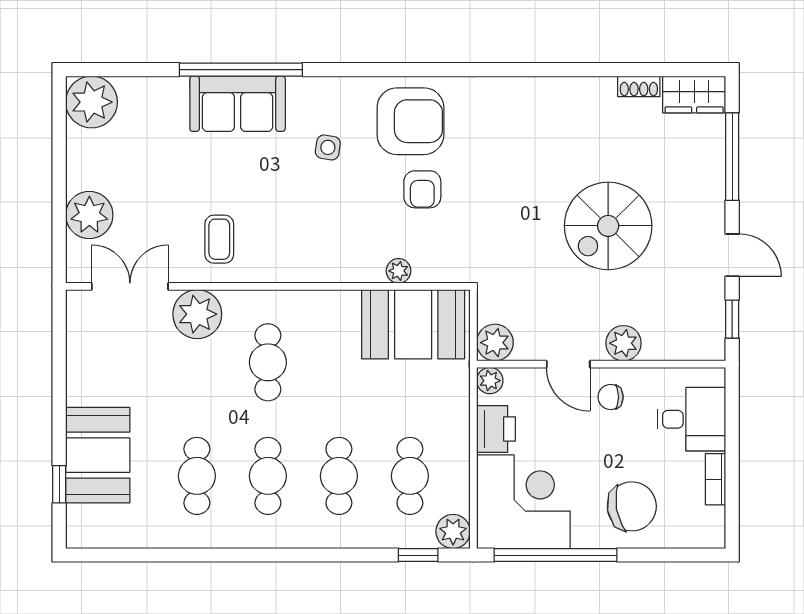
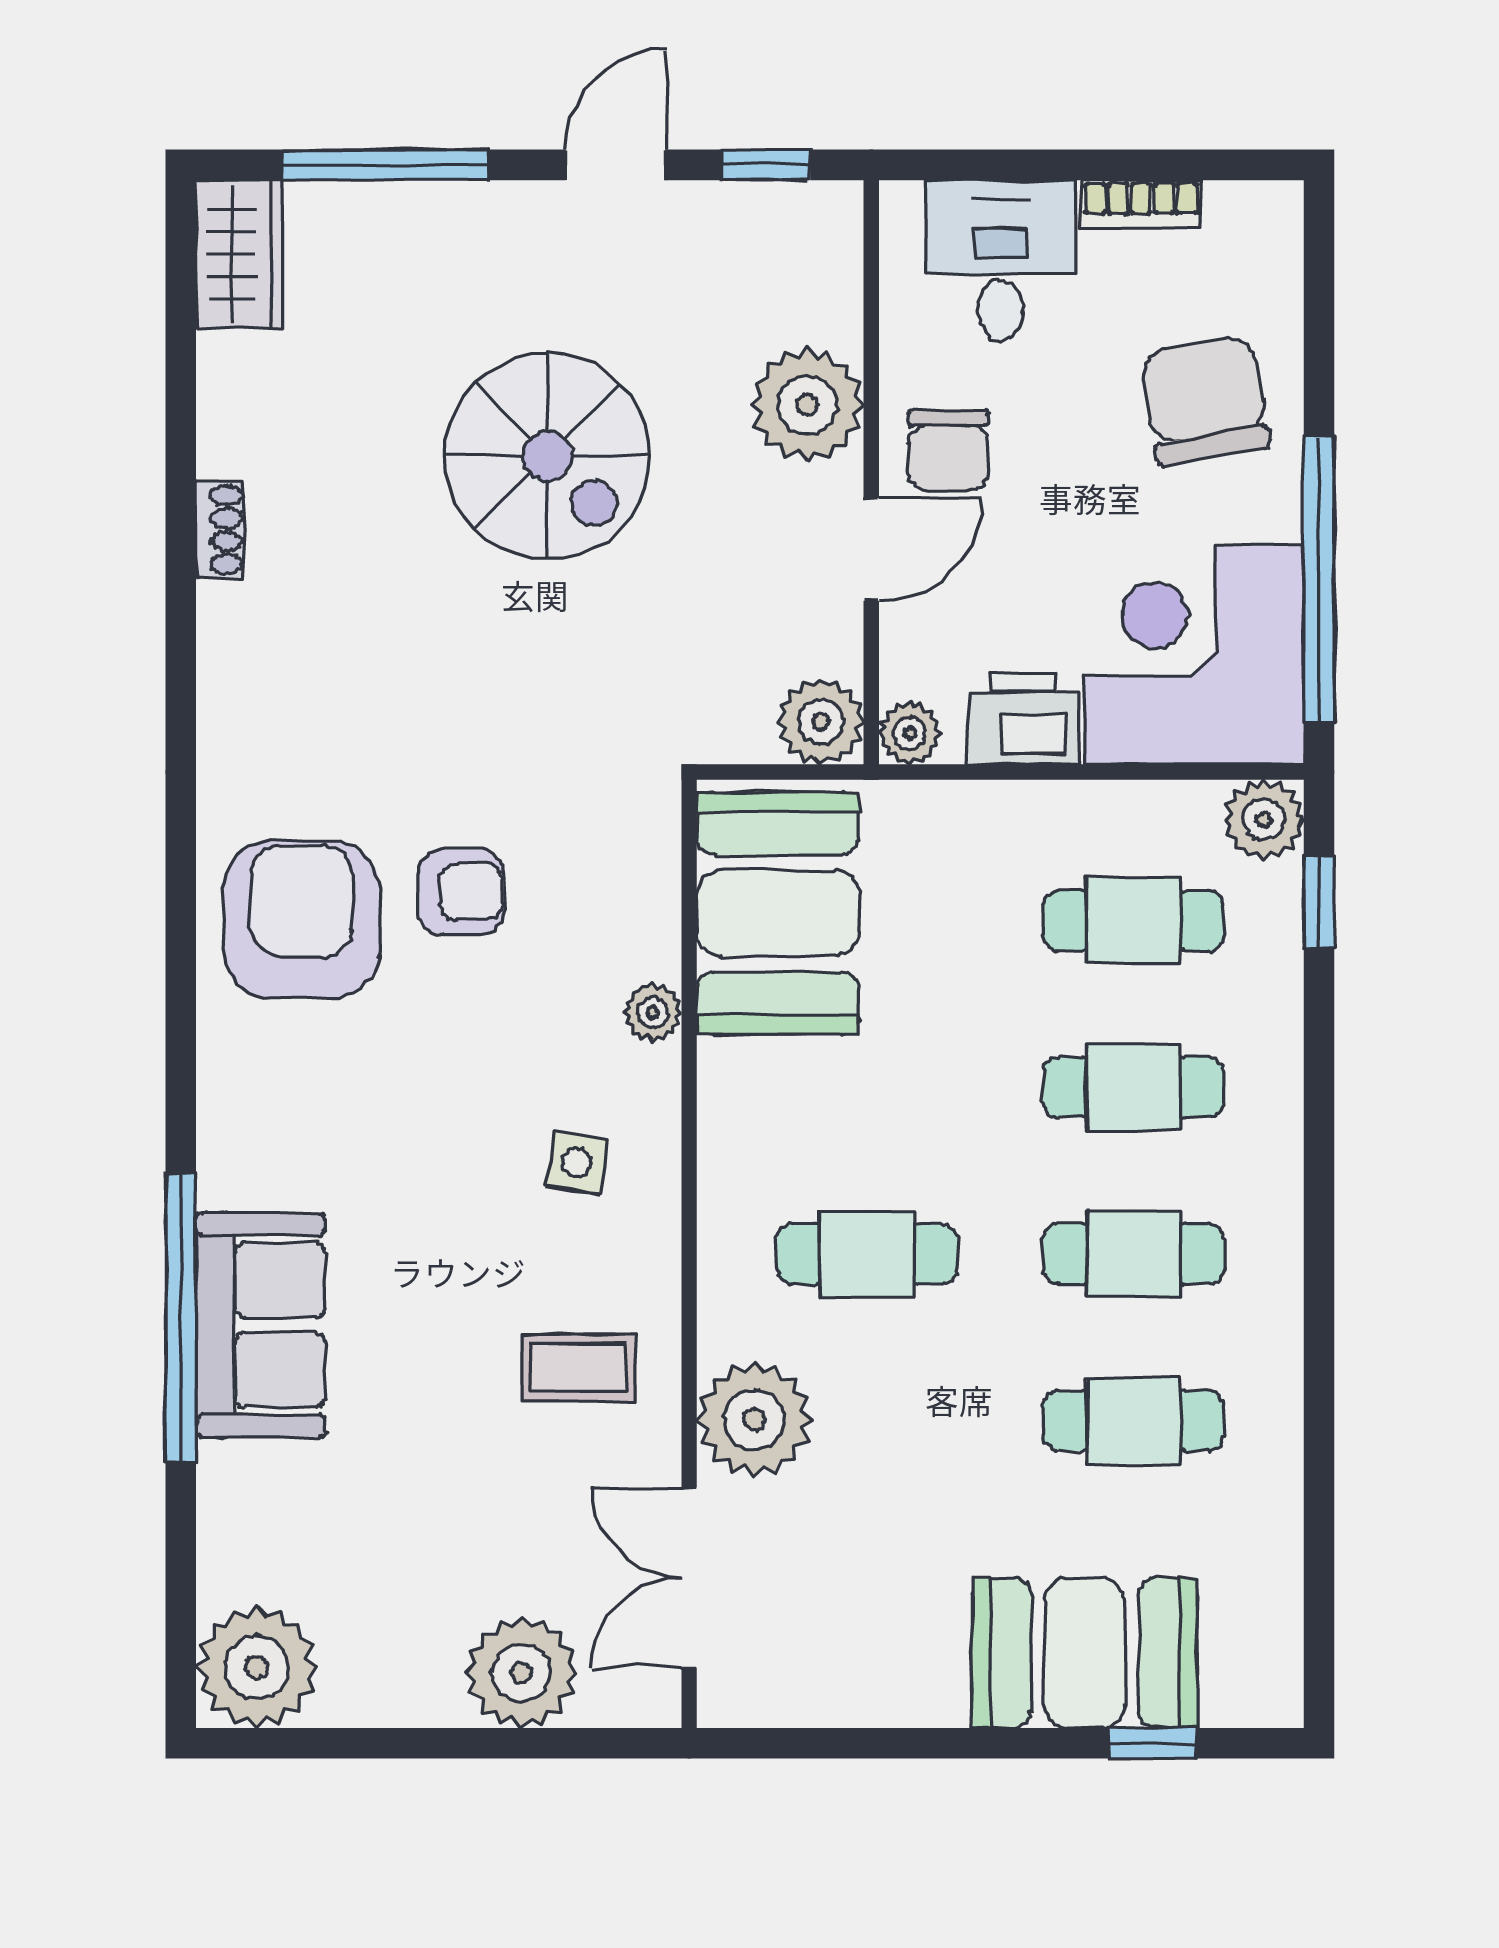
shoe rack: (639, 86) -> (220, 530), moved
side table: (328, 147) -> (577, 1163), moved
plant: (399, 271) -> (653, 1013), moved
plant: (624, 343) -> (807, 405), width x1.36, depth x1.36
chair: (611, 397) -> (948, 450), width x1.37, depth x1.37

